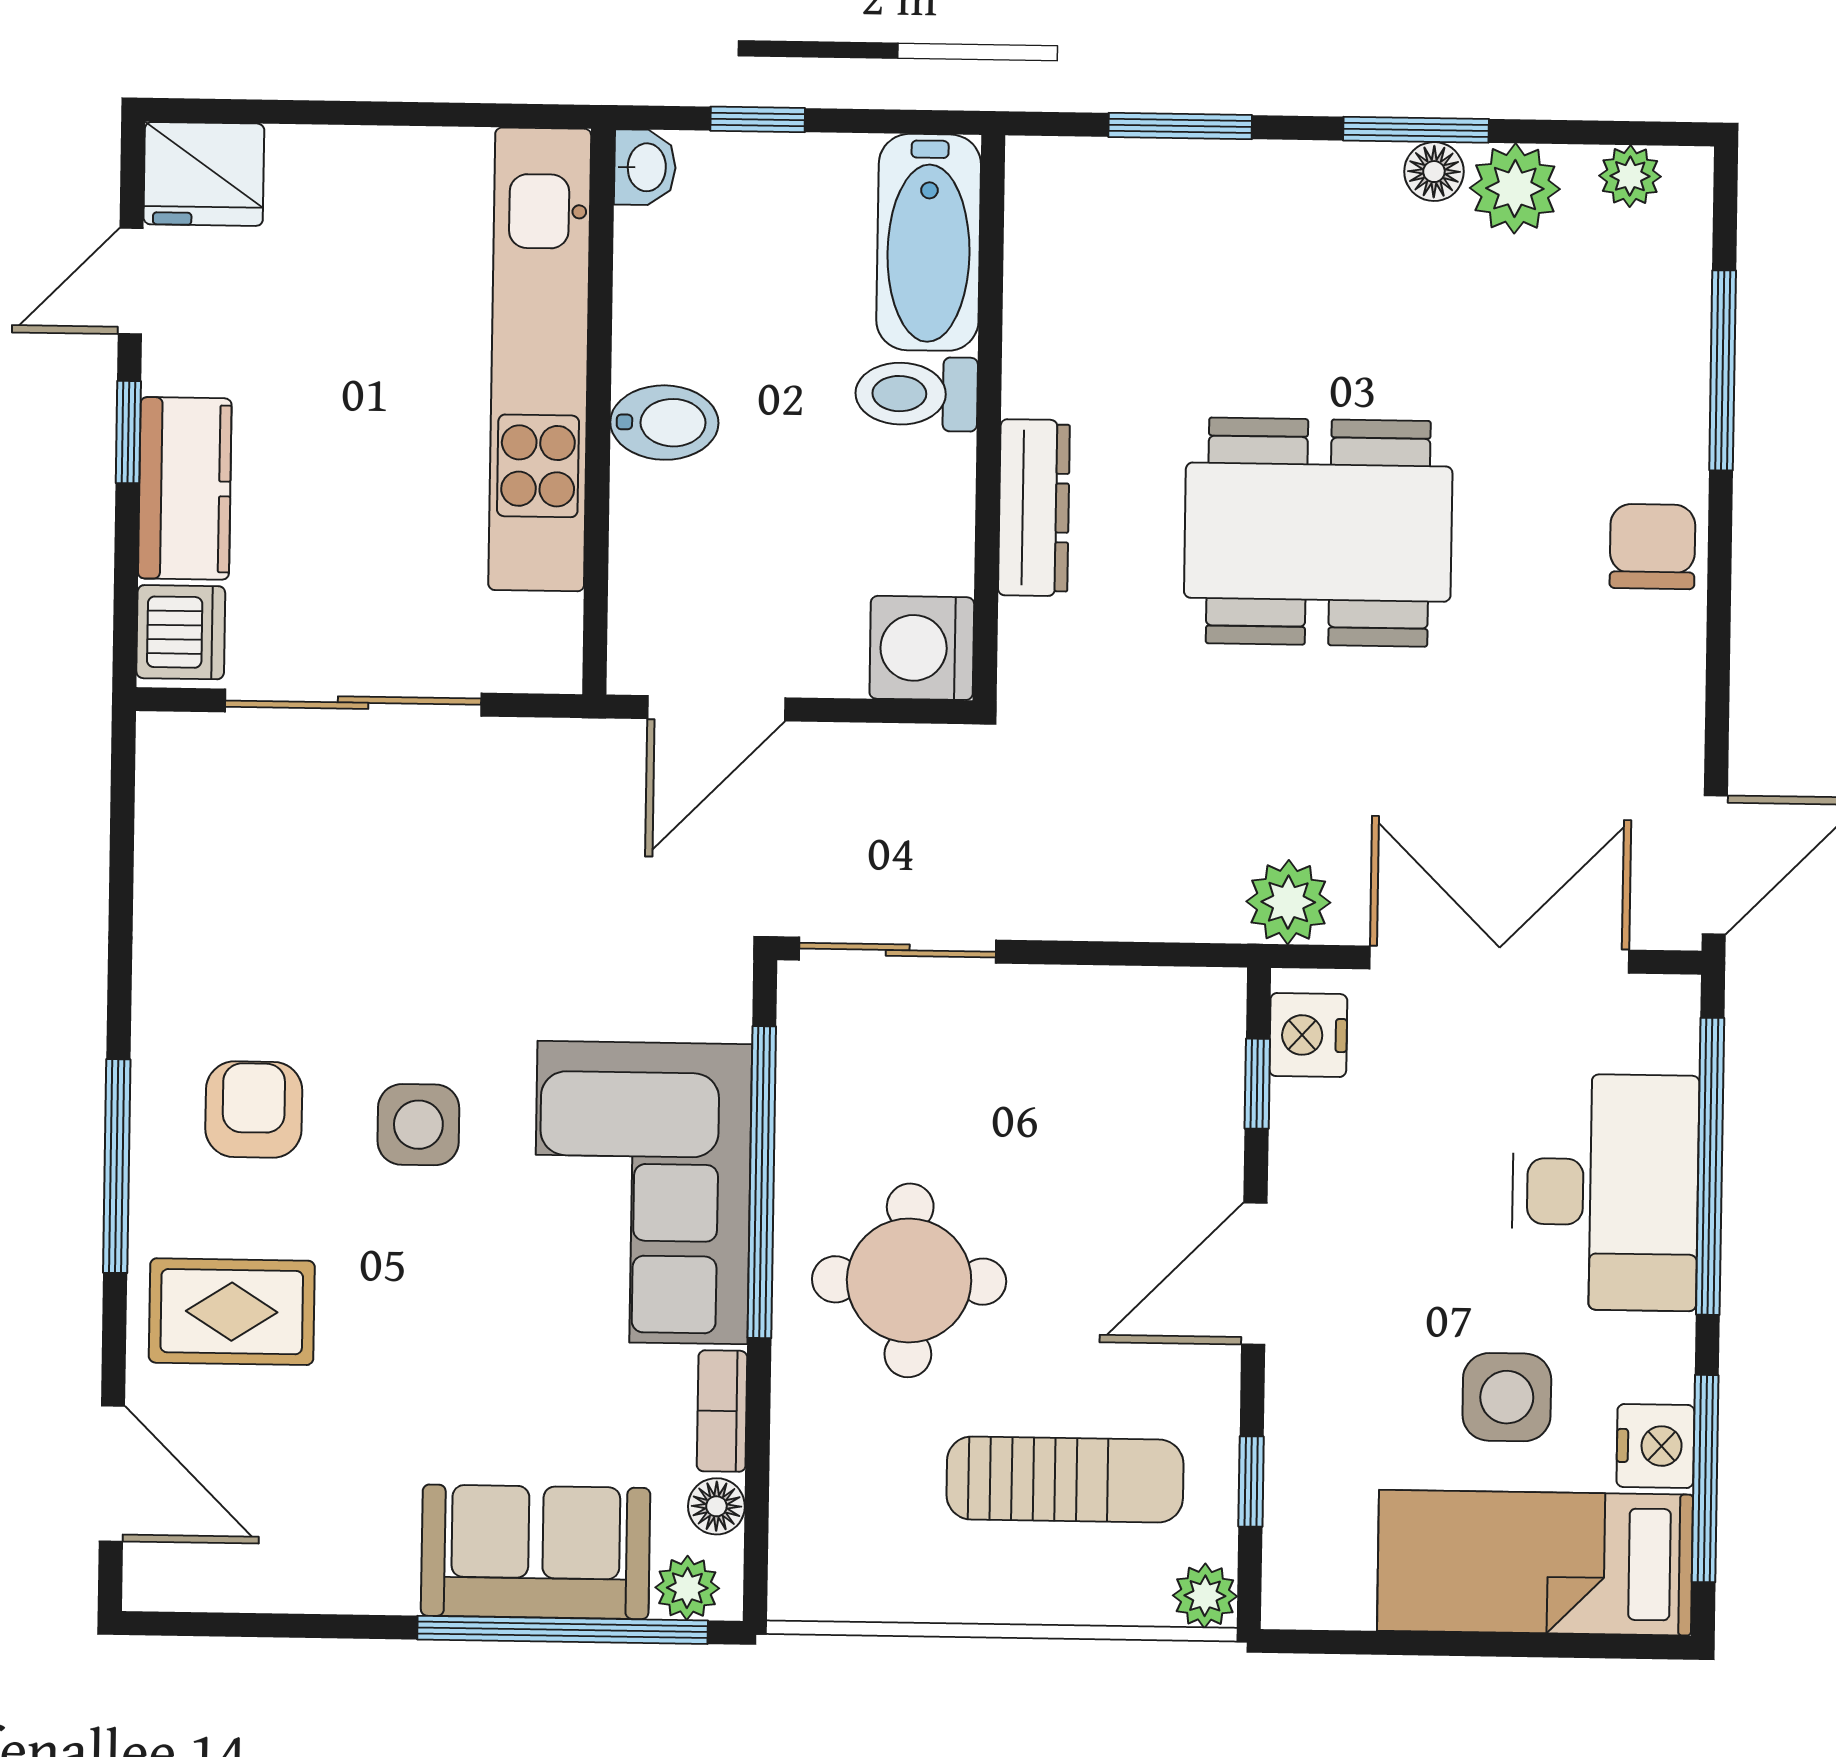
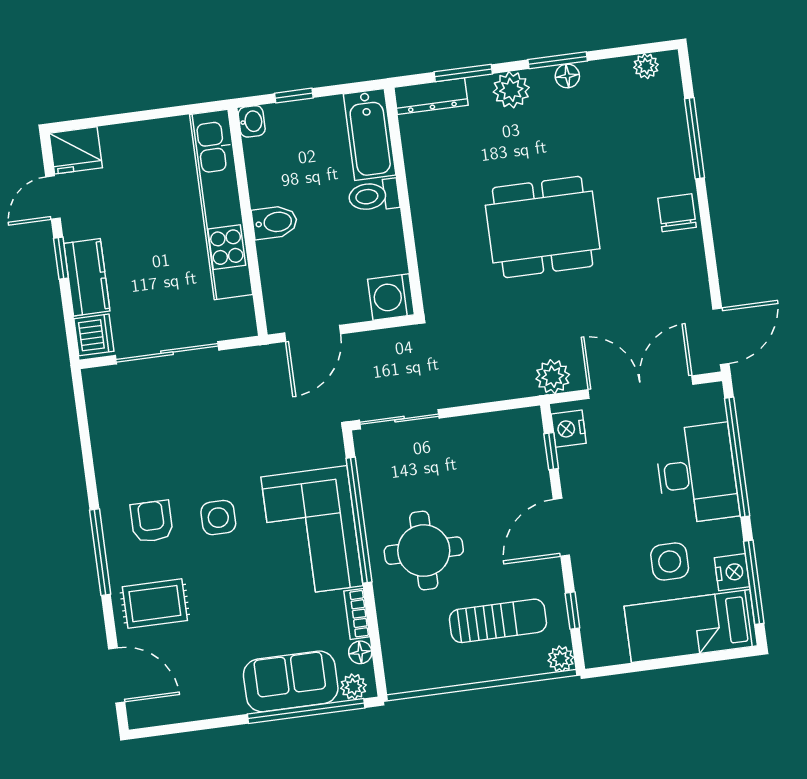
plant: (1515, 188) -> (511, 90), moved
dresser: (1034, 508) -> (431, 96), moved, turned 90

